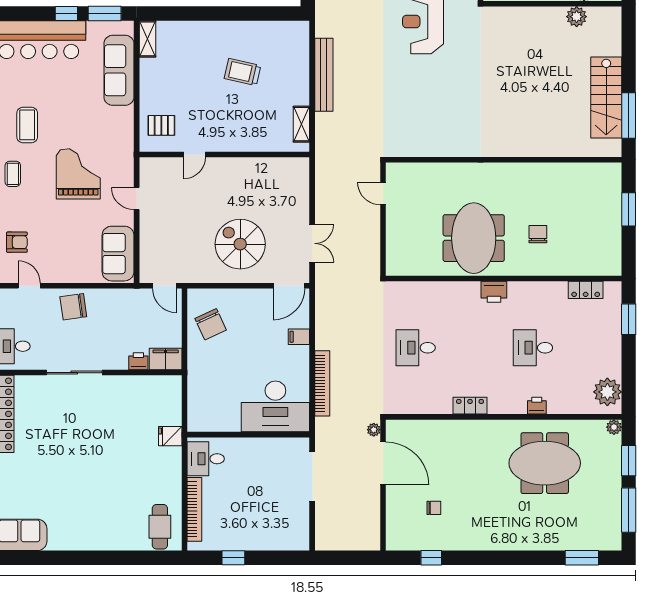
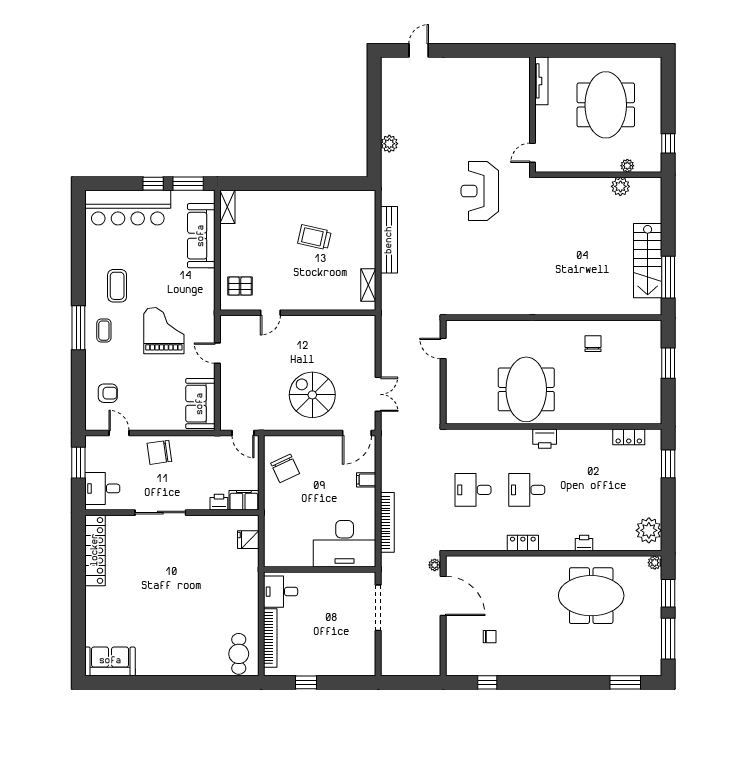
chair: (538, 234) -> (593, 344), moved
desk: (533, 348) -> (527, 490), moved
fridge: (170, 436) -> (248, 540), moved

